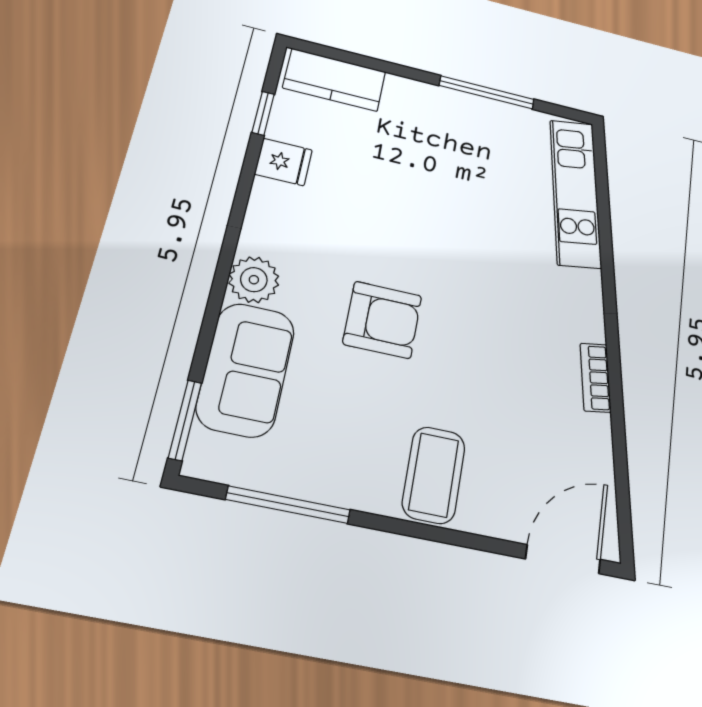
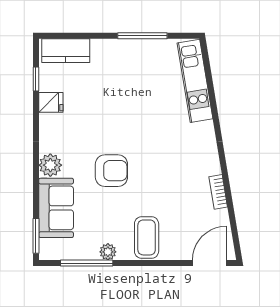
bookcase: (596, 378) -> (218, 192), moved
plant: (342, 489) -> (108, 252), added

